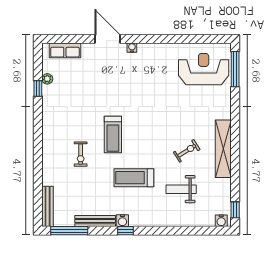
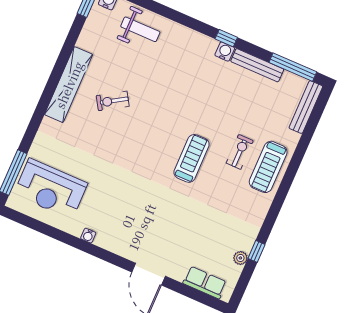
water cooler: (132, 48) -> (88, 236), moved
treadmill: (134, 178) -> (268, 167), moved, turned 90
weight bench: (181, 189) -> (140, 29), moved

